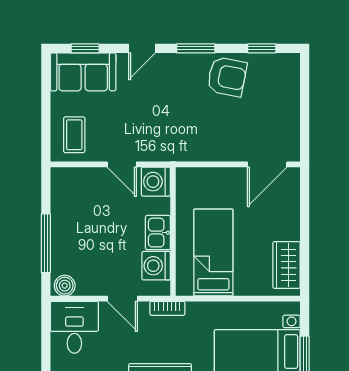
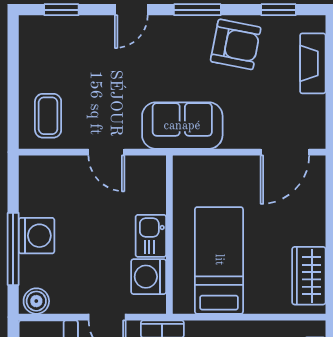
sofa: (83, 72) -> (182, 126), moved, turned 180
fireplace: (290, 92) -> (313, 63), added
washing machine: (156, 182) -> (37, 236), moved, turned 180

